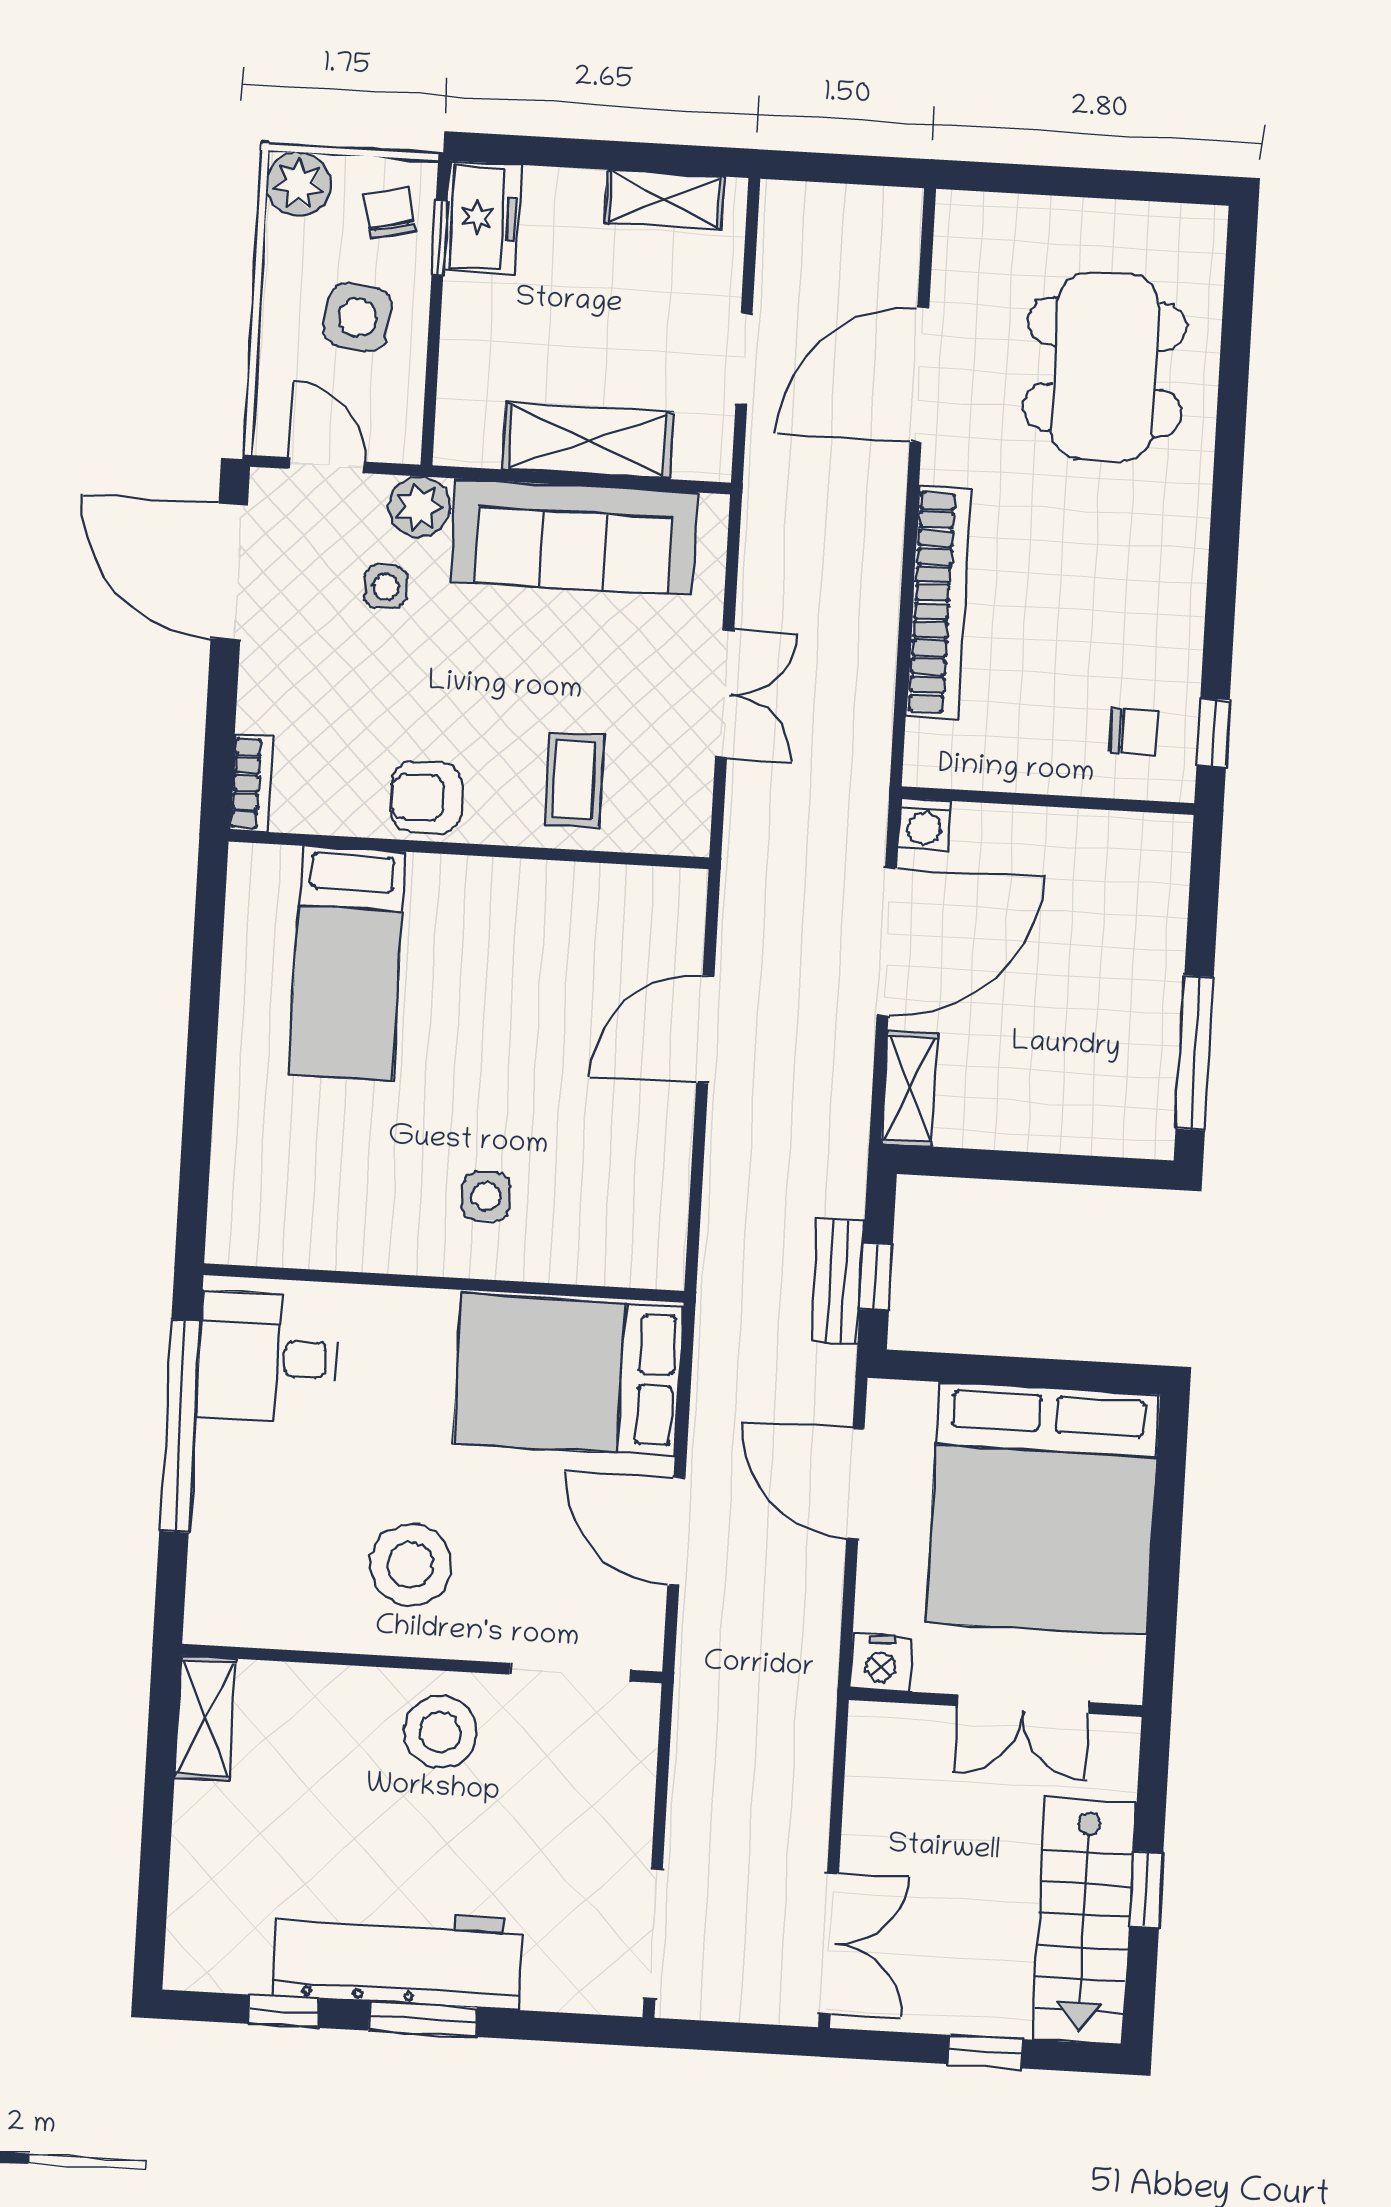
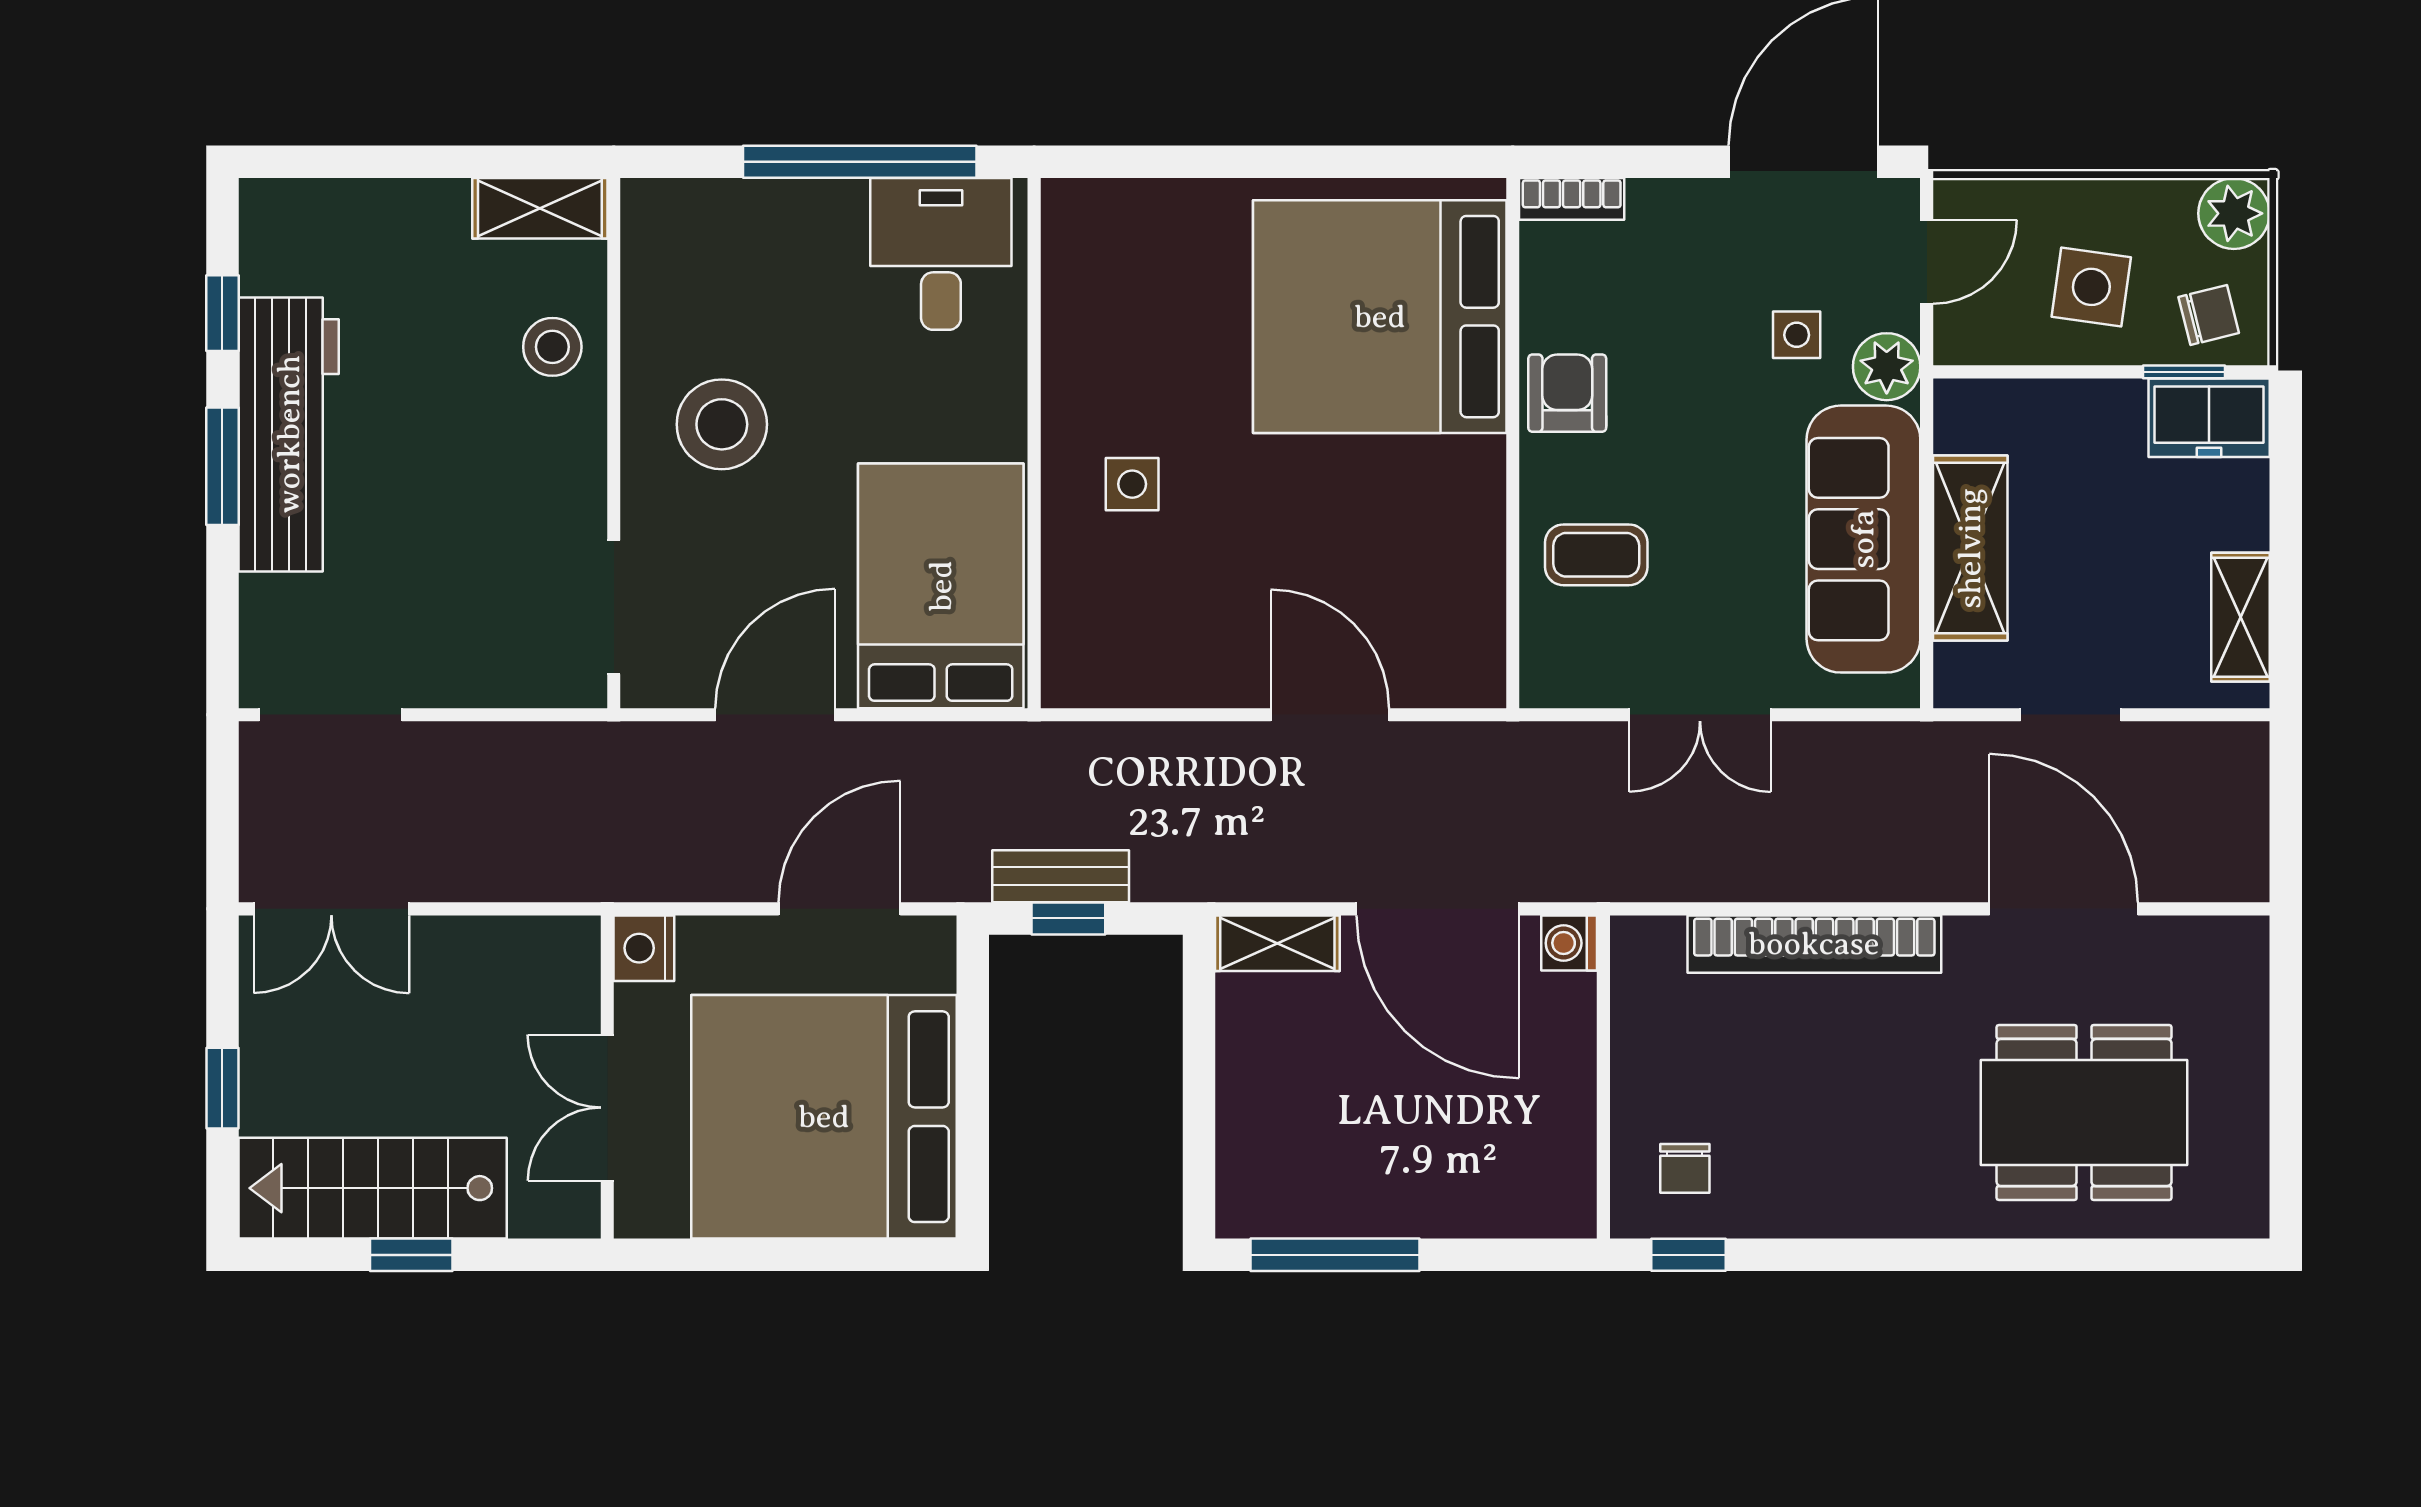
bed: (347, 963) -> (1380, 317), width x2.04
stool: (440, 1732) -> (552, 347), moved, width x0.73, depth x0.73

